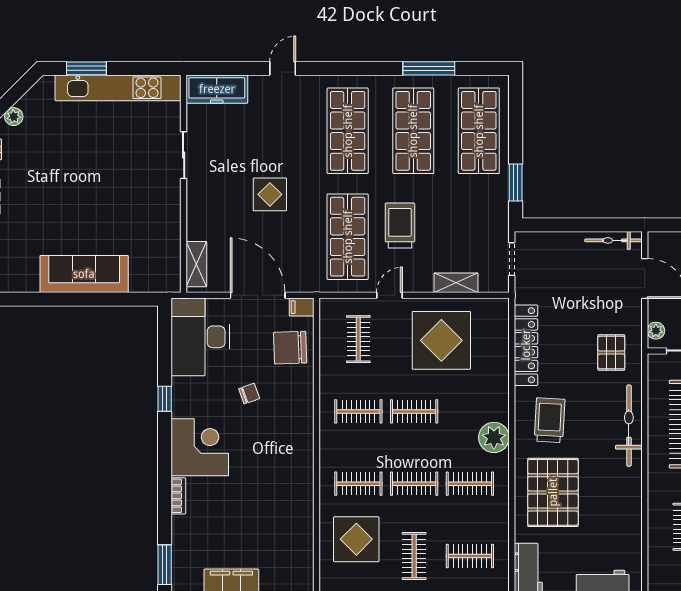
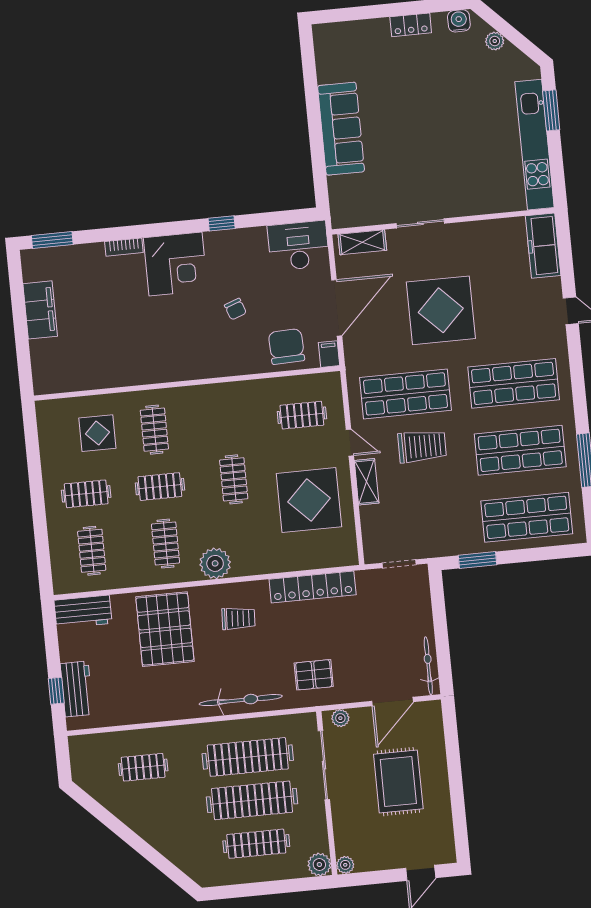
sliding door: (184, 155) -> (420, 223), moved
display table: (270, 194) -> (441, 310), width x1.86, depth x1.86
shelving: (456, 283) -> (367, 482), moved
desk: (200, 337) -> (298, 246), width x0.73, depth x0.77
clothes rail: (358, 411) -> (228, 422), removed
trolley: (550, 420) -> (238, 619), width x0.73, depth x0.72
clothes rail: (414, 484) -> (160, 487), turned 90
pallet: (553, 492) -> (165, 629), turned 90
display table: (356, 539) -> (97, 433), width x0.73, depth x0.73

